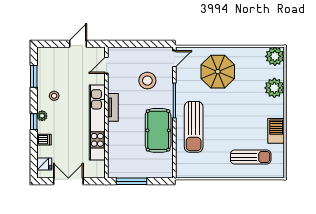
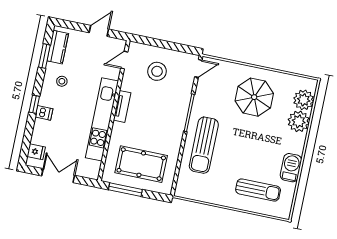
plant: (275, 56) -> (304, 100), moved
kitchen counter: (44, 66) -> (58, 47), added
parasol: (218, 72) -> (254, 97), moved
stool: (147, 81) -> (157, 71), moved
plant: (42, 116) -> (45, 100), removed
pool table: (158, 130) -> (141, 164), moved, turned 90
dishwasher: (44, 140) -> (44, 113), moved

